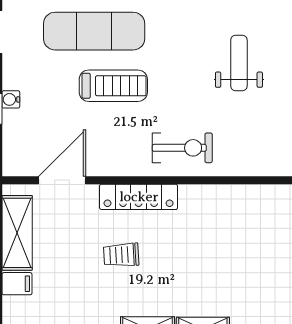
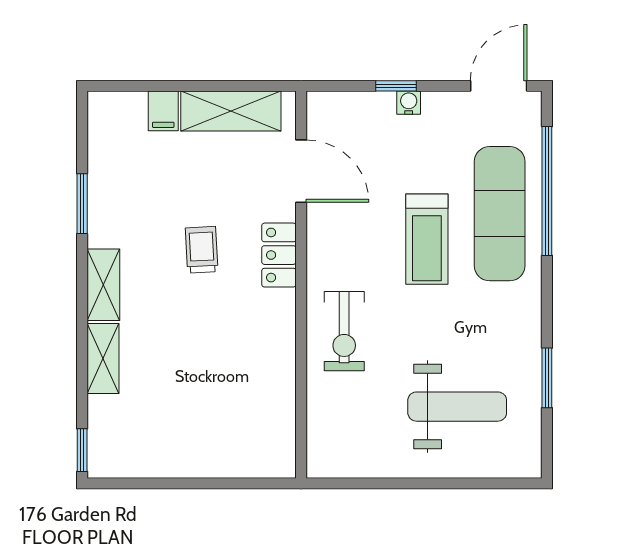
weight bench: (239, 63) -> (457, 407), width x1.36, depth x1.33
locker: (139, 197) -> (279, 255), width x0.66

